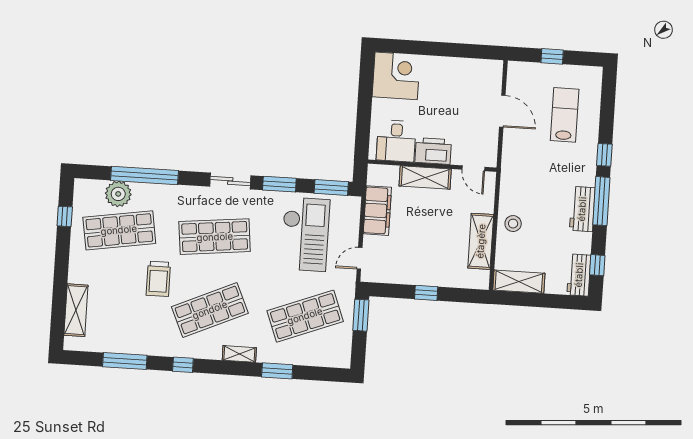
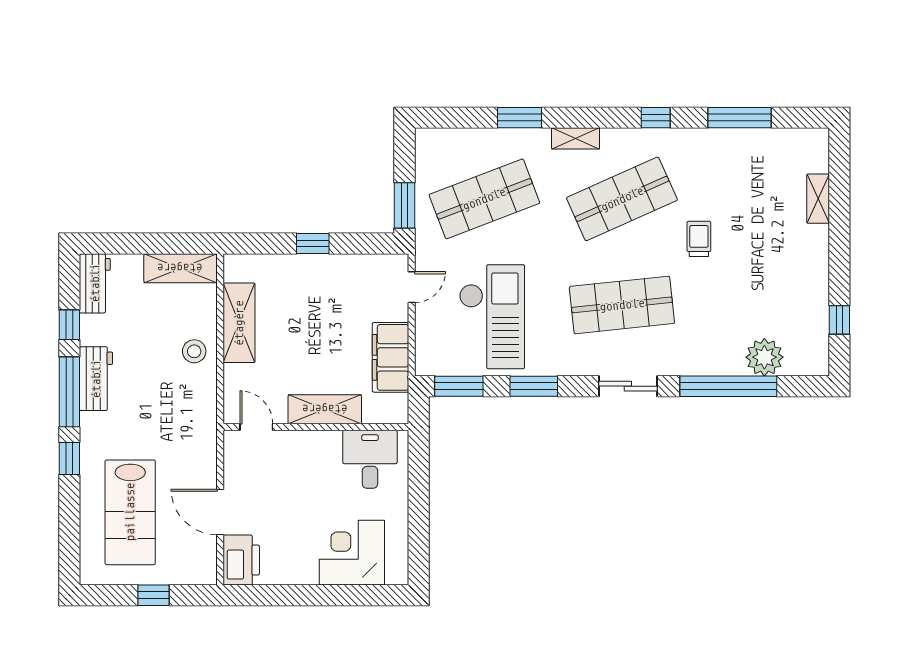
corner desk: (396, 76) -> (352, 553), moved, turned 90
lab bench: (565, 115) -> (130, 512), width x1.36, depth x1.39
printer: (433, 151) -> (241, 560), moved, turned -90
sliding door: (230, 181) -> (628, 386), moved
shop shelf: (119, 230) -> (759, 305), removed
checkout: (305, 234) -> (492, 317), turned 180
window: (597, 265) -> (69, 325), moved
trolley: (158, 279) -> (699, 239), width x0.73, depth x0.72
shelving: (76, 310) -> (818, 199), width x0.67, depth x0.75

